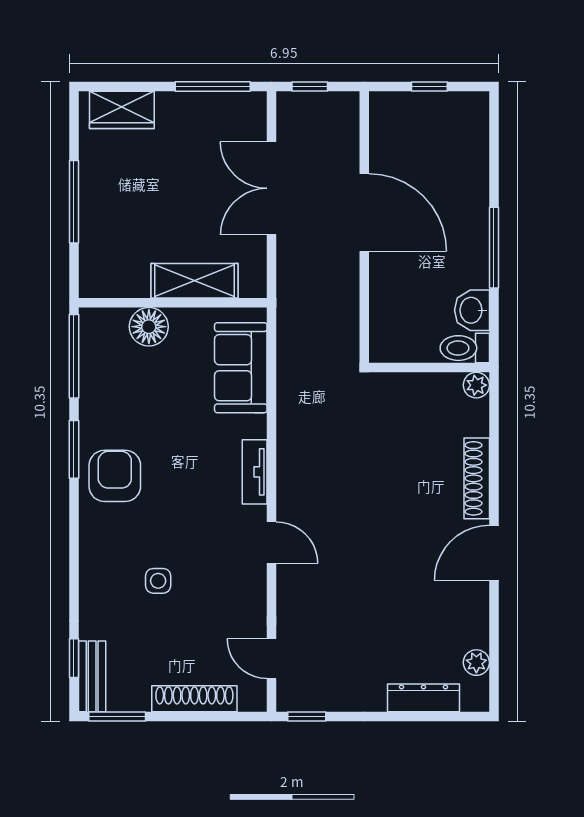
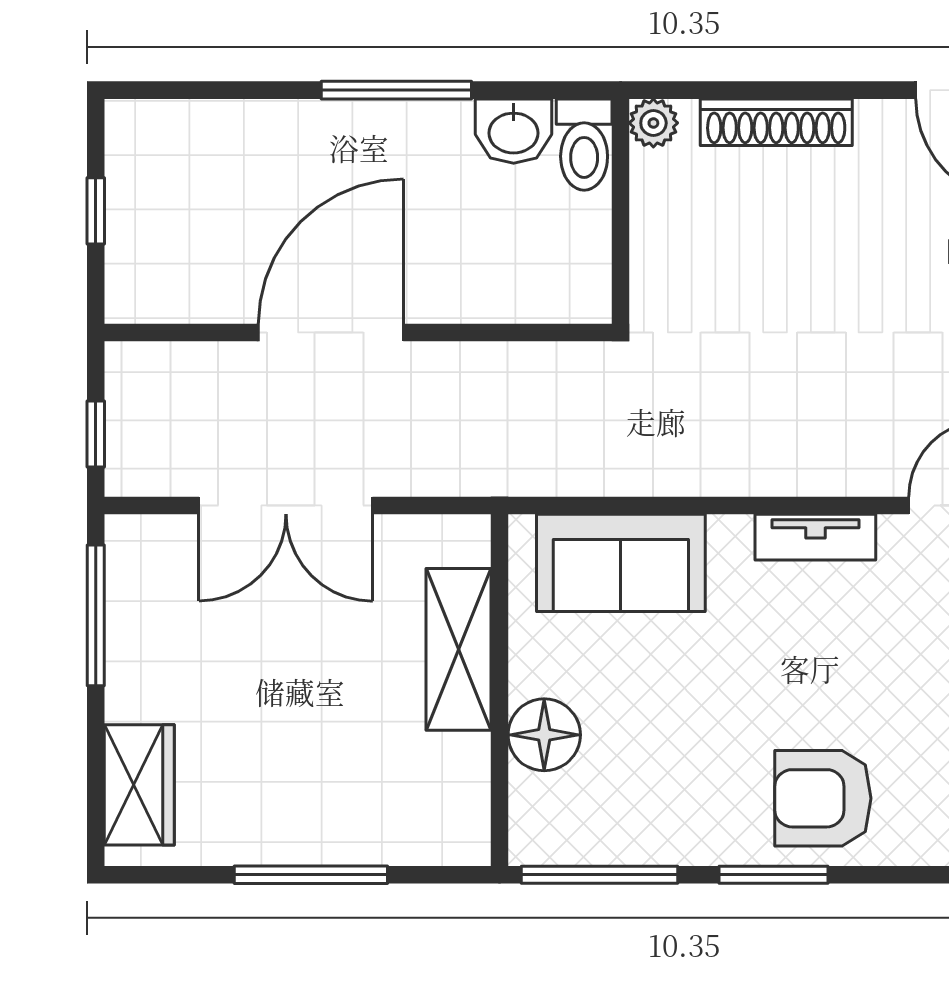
shoe rack: (477, 478) -> (776, 122), moved

